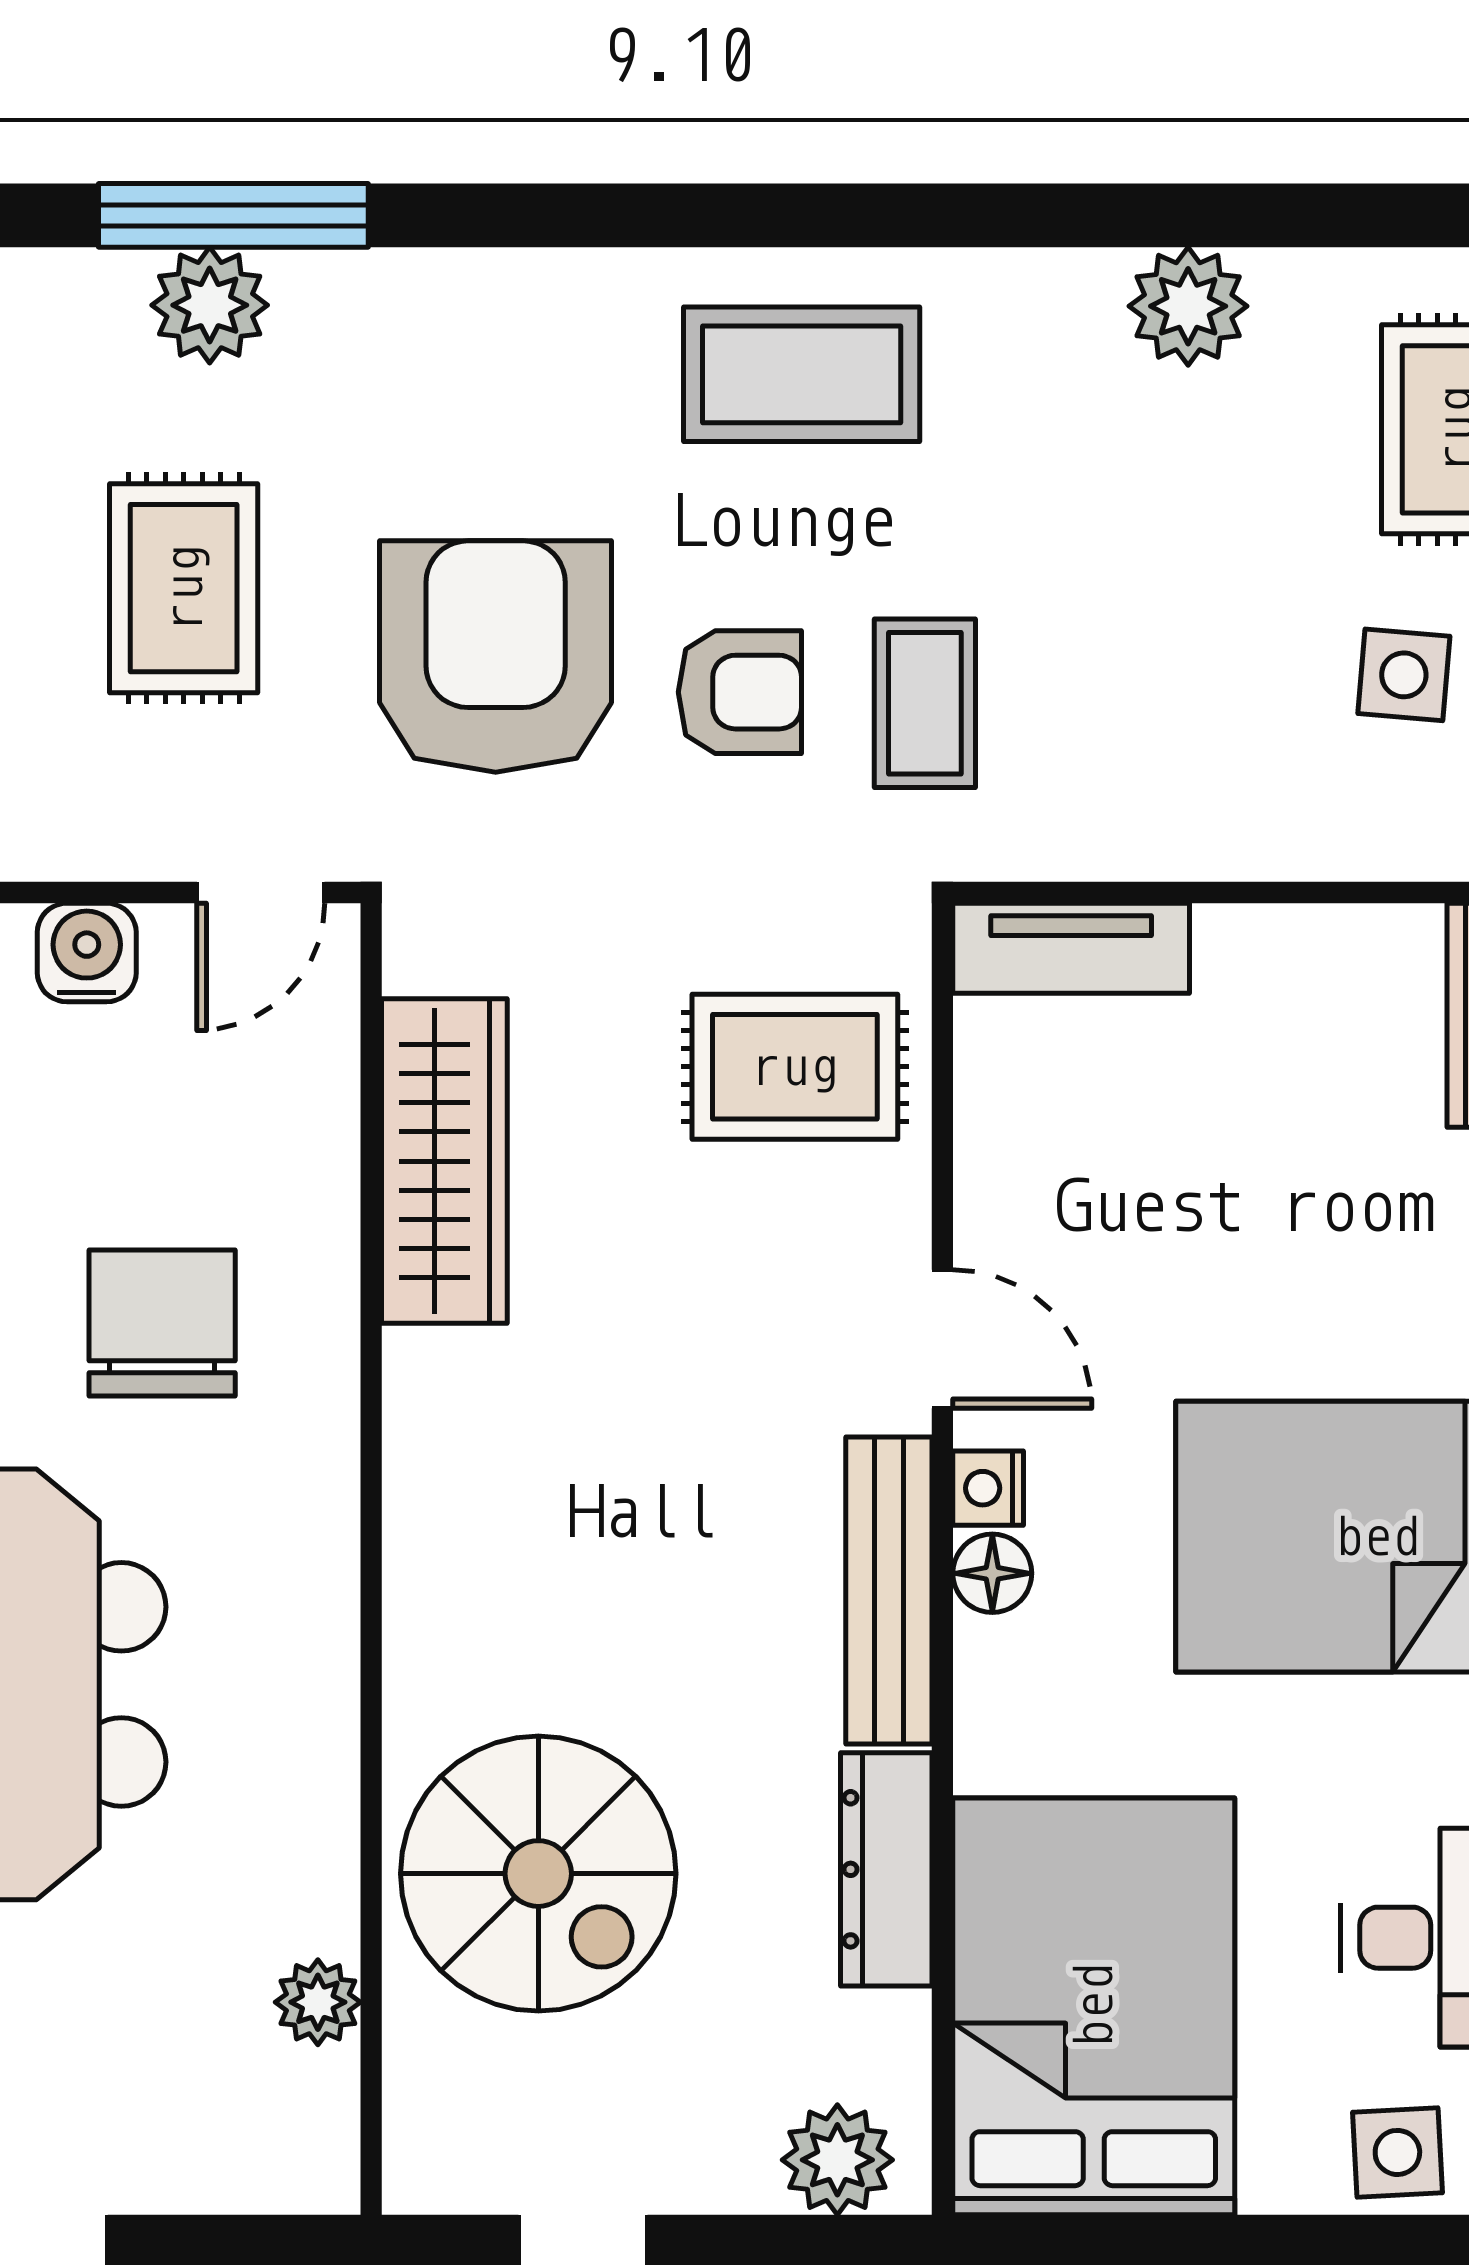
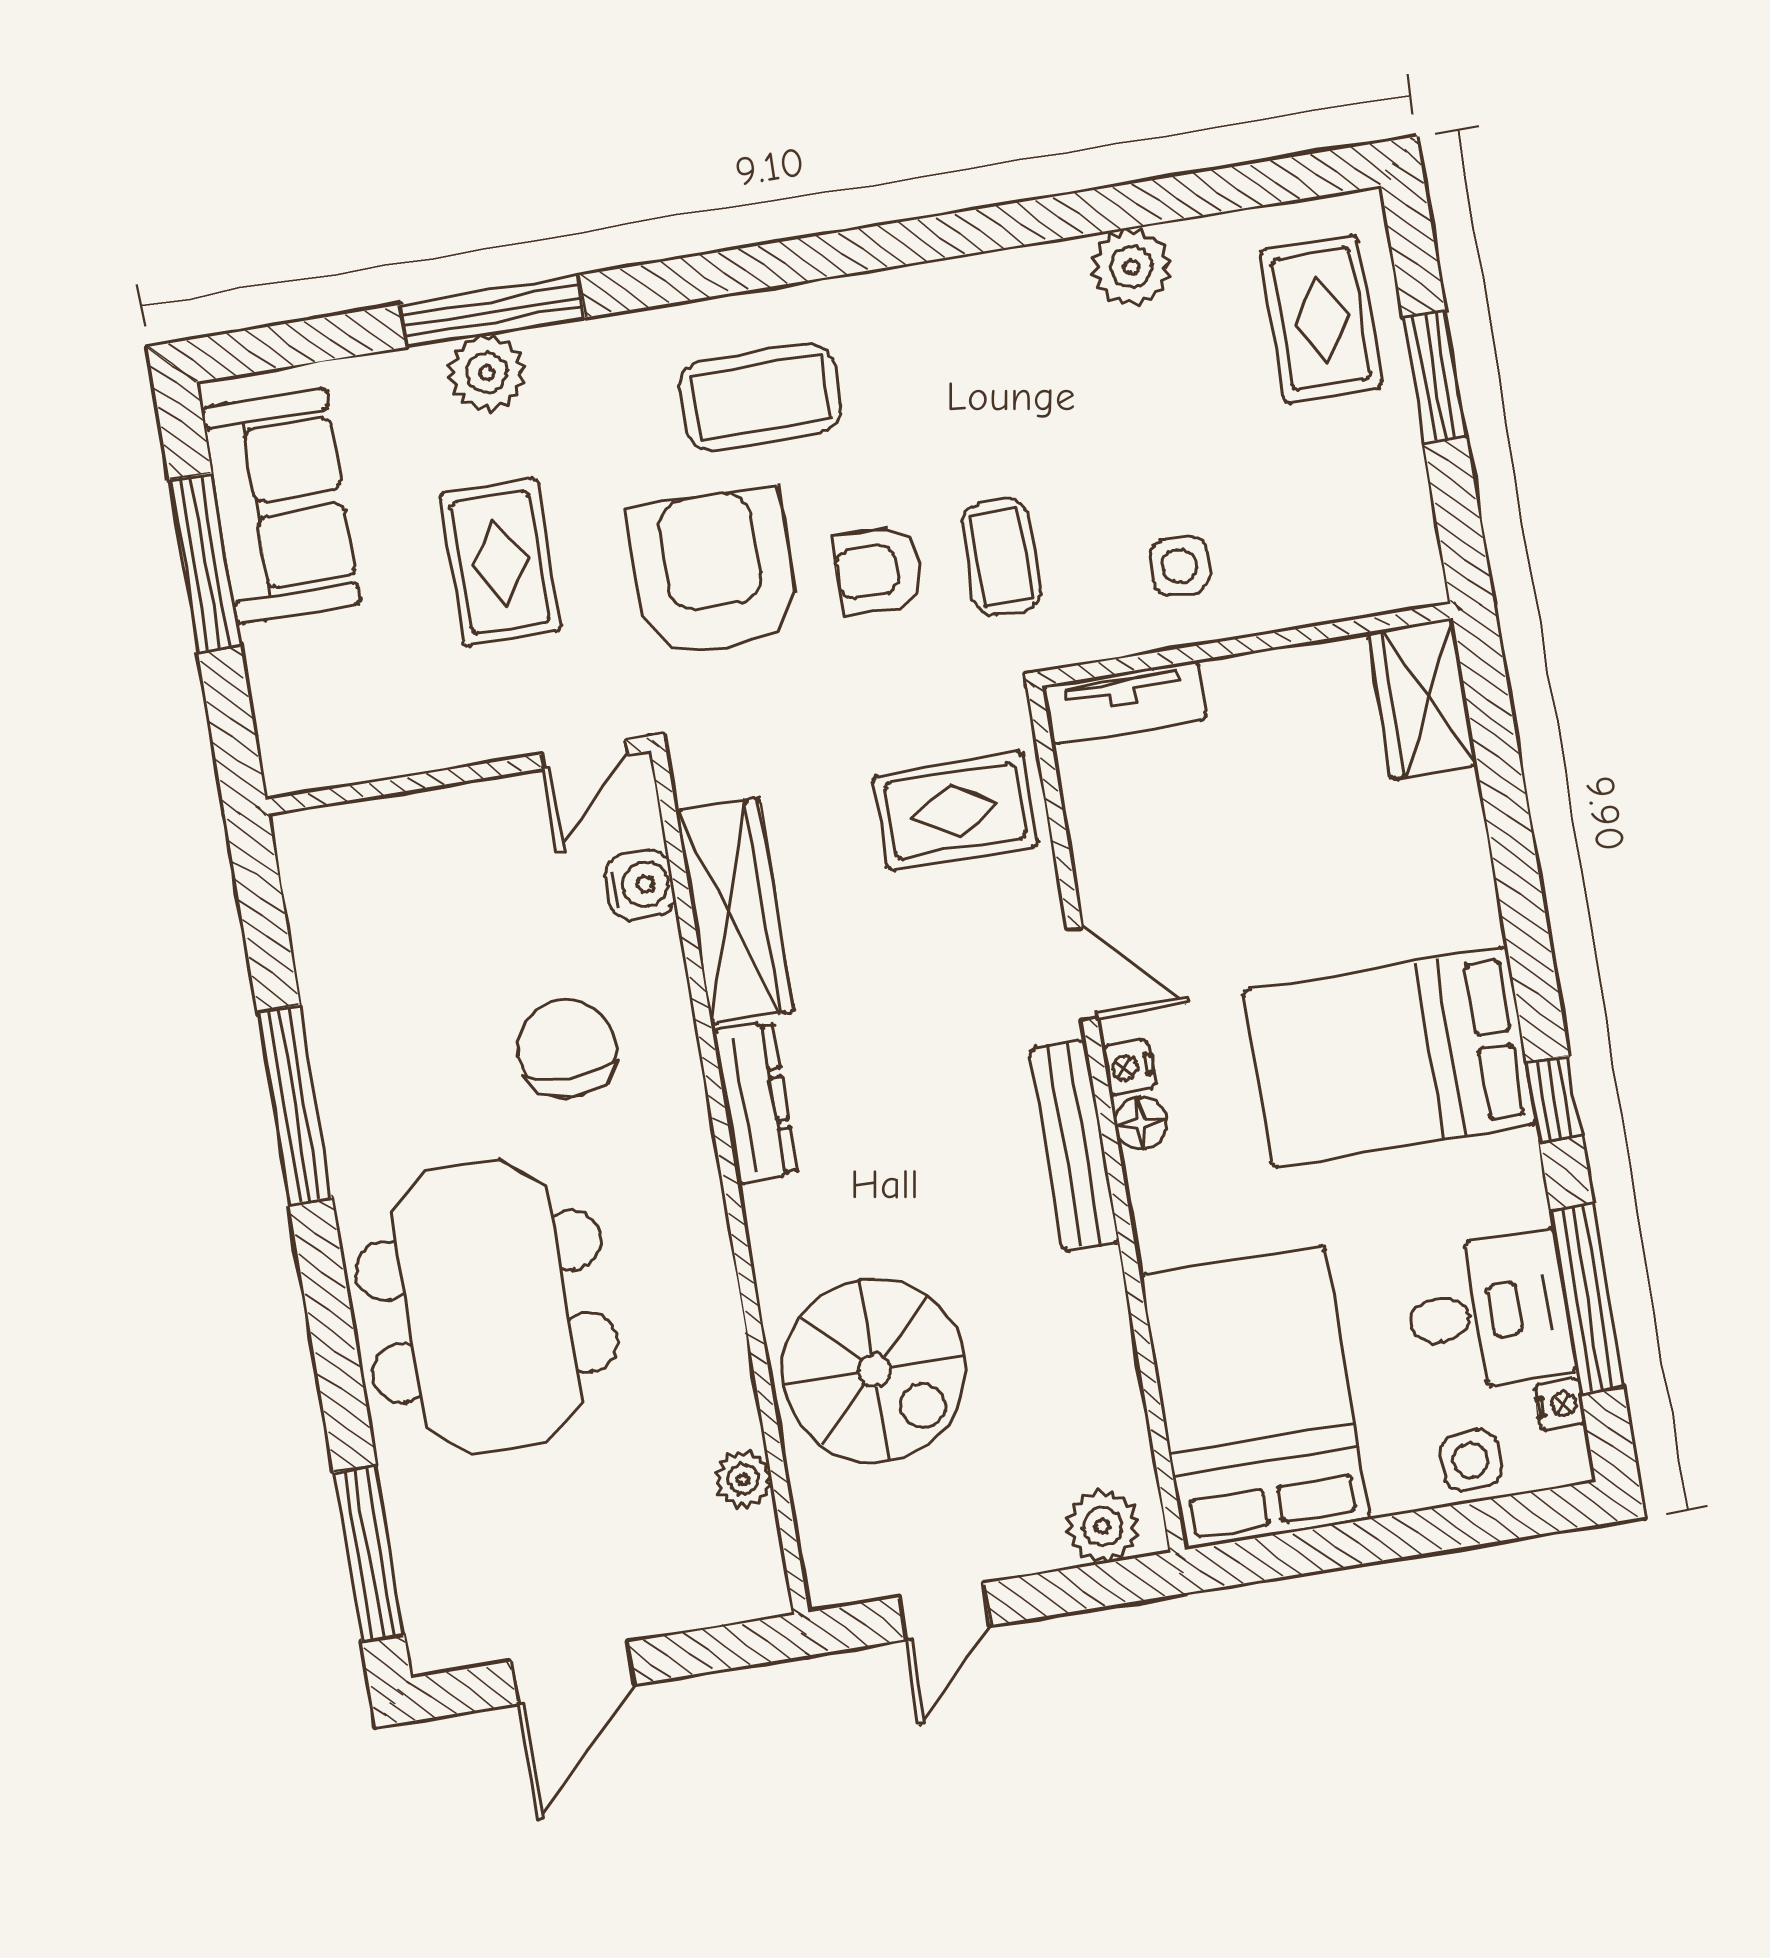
coffee table: (802, 374) -> (760, 397), moved
side table: (1404, 675) -> (1180, 566), moved
armchair: (740, 692) -> (878, 570), turned 180
water cooler: (87, 953) -> (640, 885), moved, turned 90
dresser: (886, 1869) -> (755, 1102), moved, turned 180

